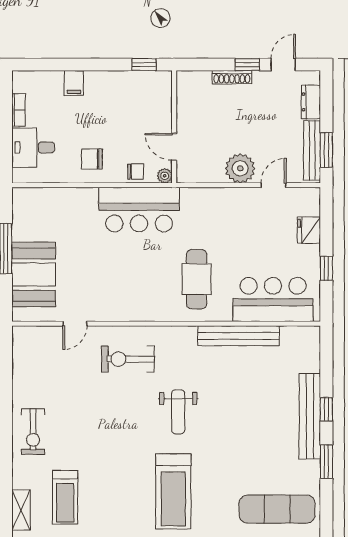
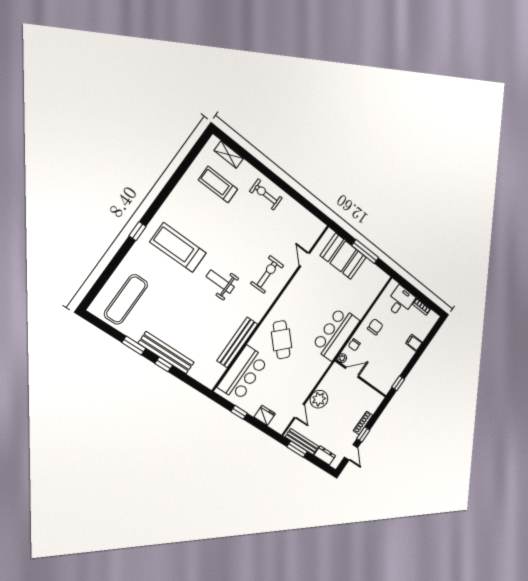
cafe table: (197, 279) -> (282, 340), turned 46

